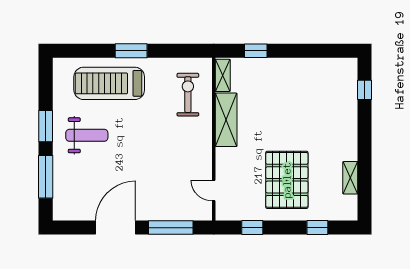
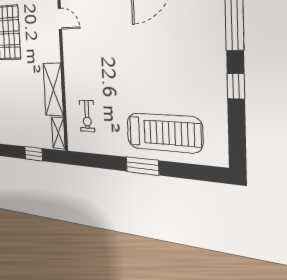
exercise bike: (188, 95) -> (87, 116), width x0.73, depth x0.72
window: (46, 126) -> (236, 86), width x0.67
weight bench: (87, 135) -> (186, 75), removed

